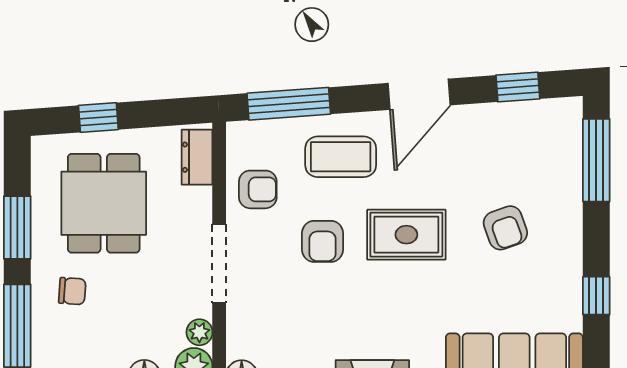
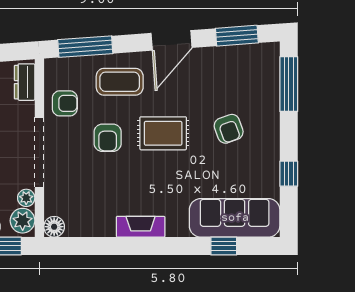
window: (518, 87) -> (237, 36), width x1.50
doorway: (219, 264) -> (39, 152), width x1.36

